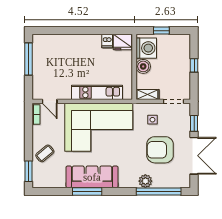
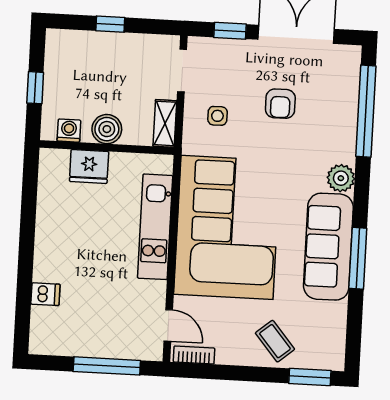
dishwasher: (107, 41) -> (45, 294), moved
fridge: (122, 42) -> (89, 166), moved, turned 90
washing machine: (146, 48) -> (69, 131), width x0.53, depth x0.53
window: (28, 59) -> (107, 366), moved
door: (50, 101) -> (168, 325), hinge flipped
armchair: (160, 150) -> (280, 104), width x0.53, depth x0.53
plant: (145, 181) -> (341, 178), moved

